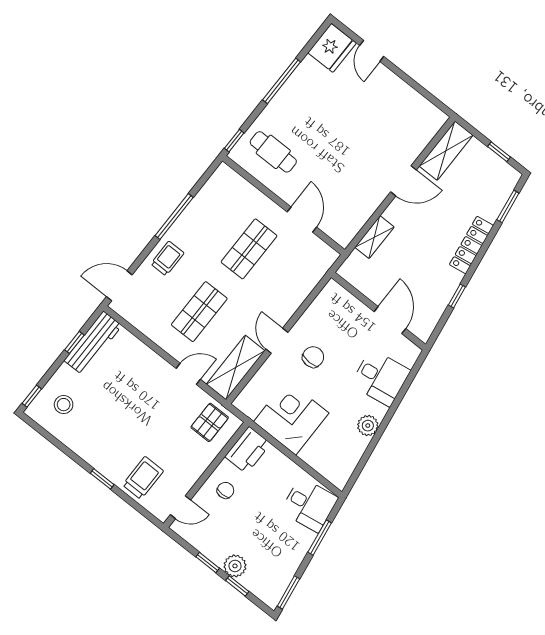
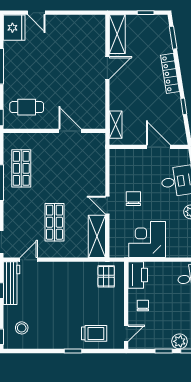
shelving: (374, 237) -> (116, 125), moved
shop shelf: (249, 249) -> (21, 168), moved
trolley: (167, 258) -> (15, 208), removed
door: (188, 374) -> (29, 260), moved
trolley: (143, 478) -> (94, 333), turned 90

